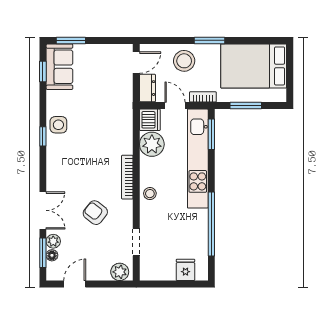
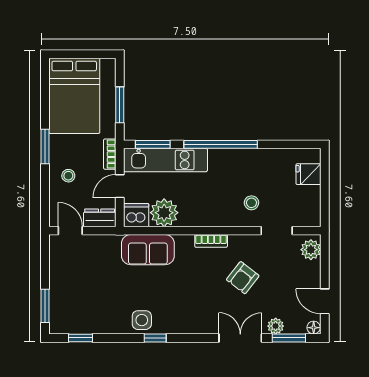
stool: (184, 61) -> (68, 176), width x0.53, depth x0.53
sofa: (59, 67) -> (148, 250), moved, turned 180
kitchen unit: (198, 159) -> (165, 160), width x0.73
bookcase: (127, 177) -> (211, 241), width x0.64
stool: (150, 194) -> (251, 203), moved
window: (211, 224) -> (221, 144), moved
floor lamp: (52, 255) -> (314, 328), moved

